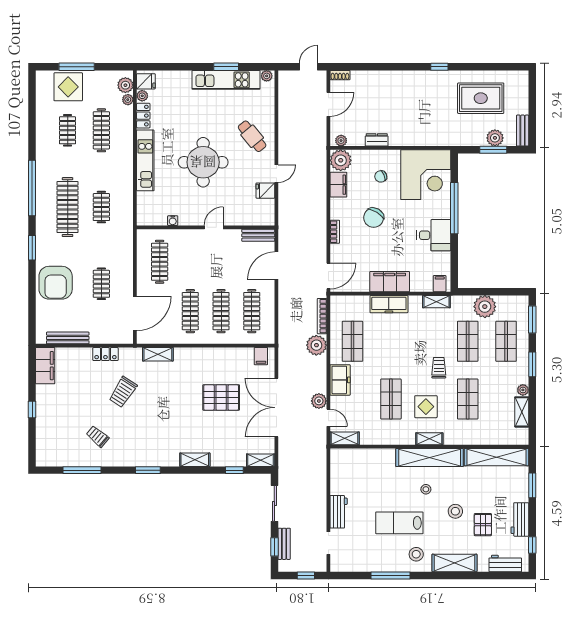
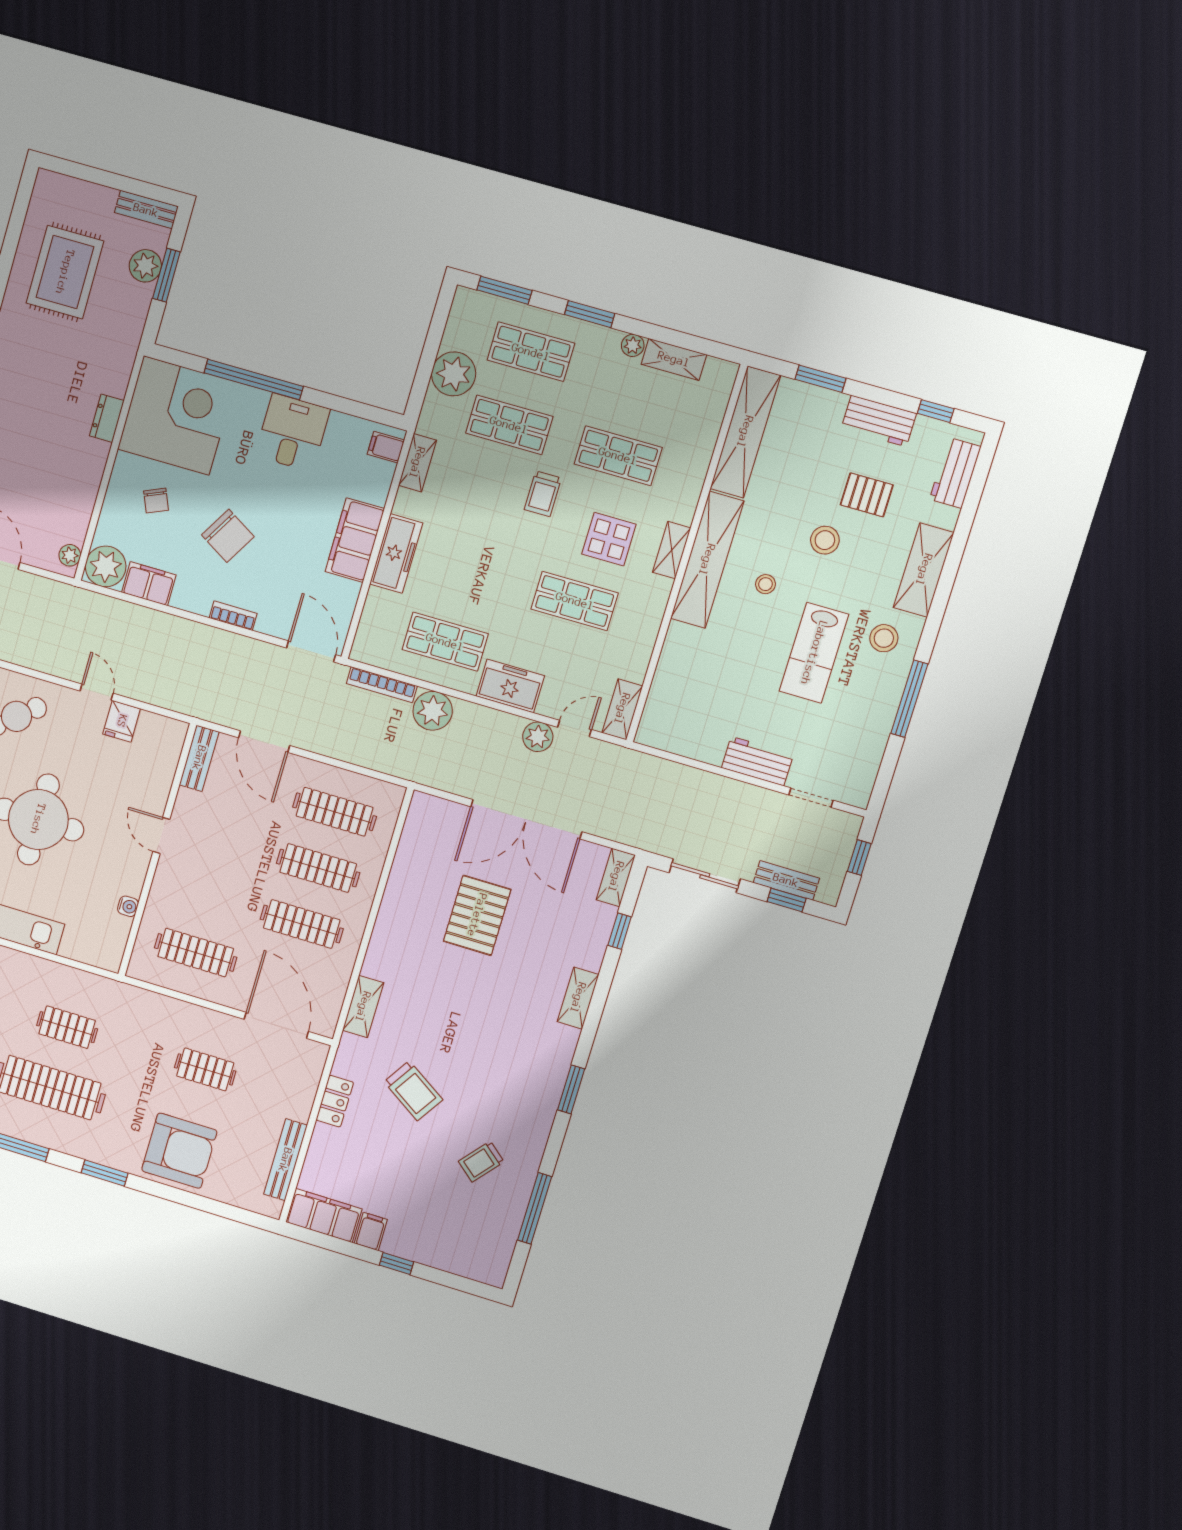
dresser: (377, 140) -> (107, 418), moved
filing cabinet: (261, 356) -> (371, 1231), moved, turned -90
trolley: (439, 368) -> (543, 494), turned -90

